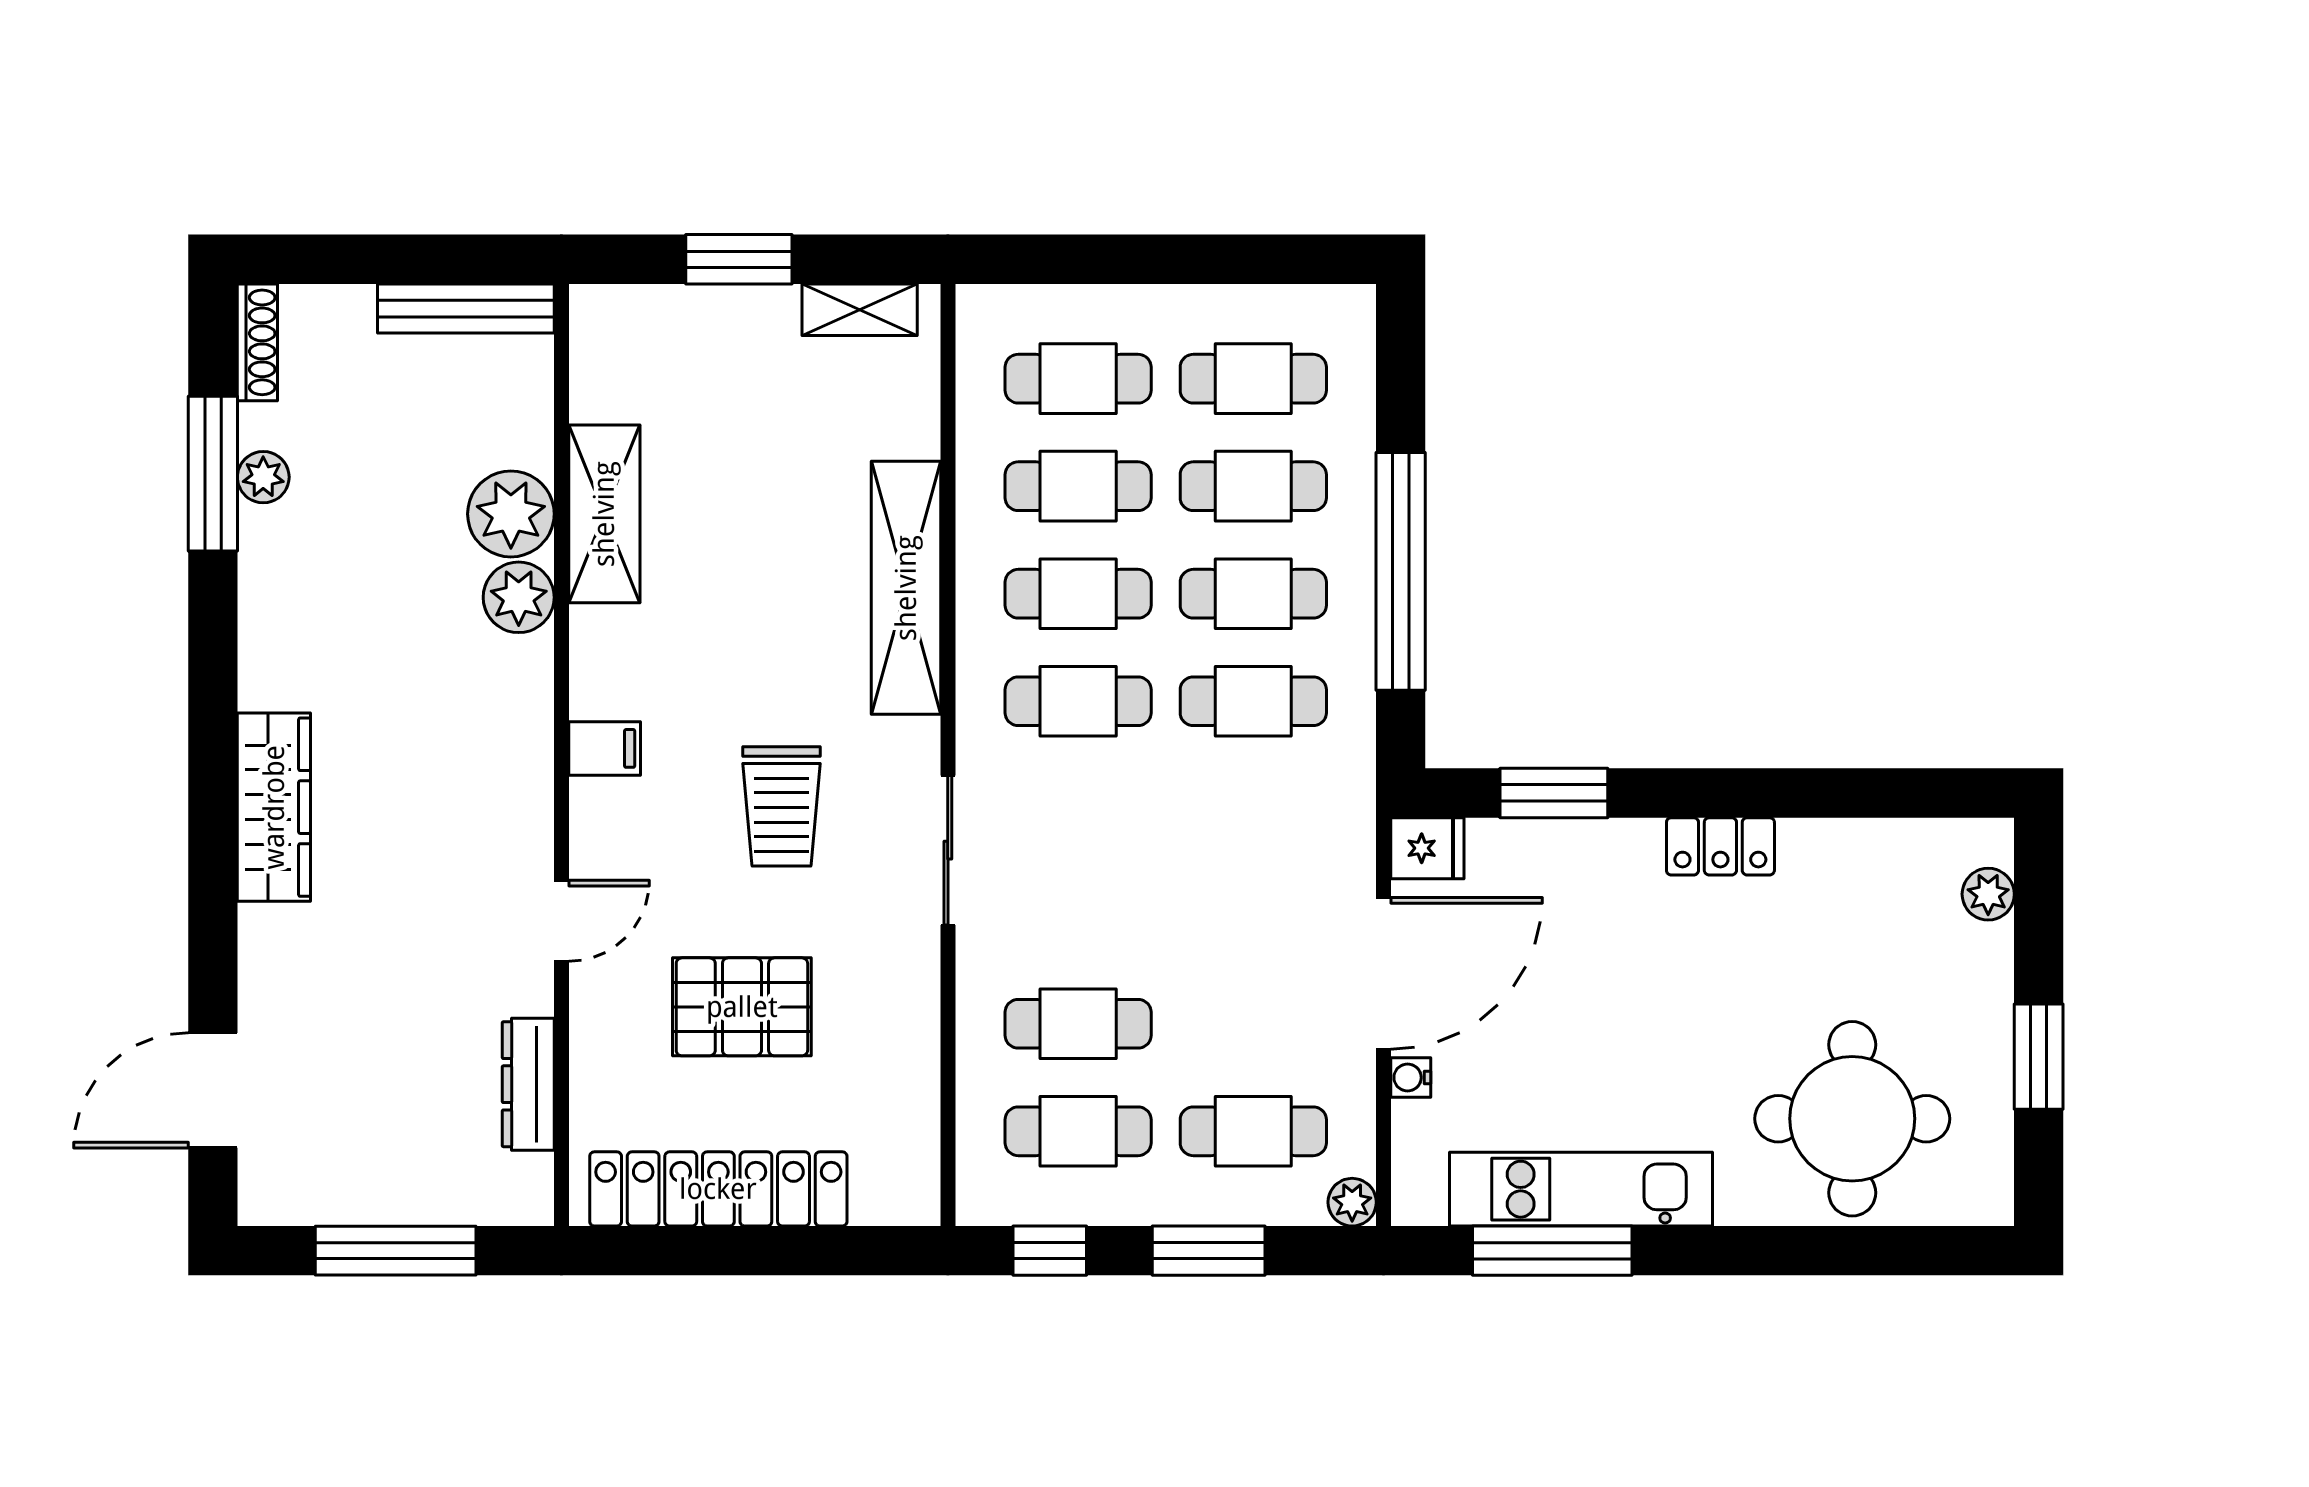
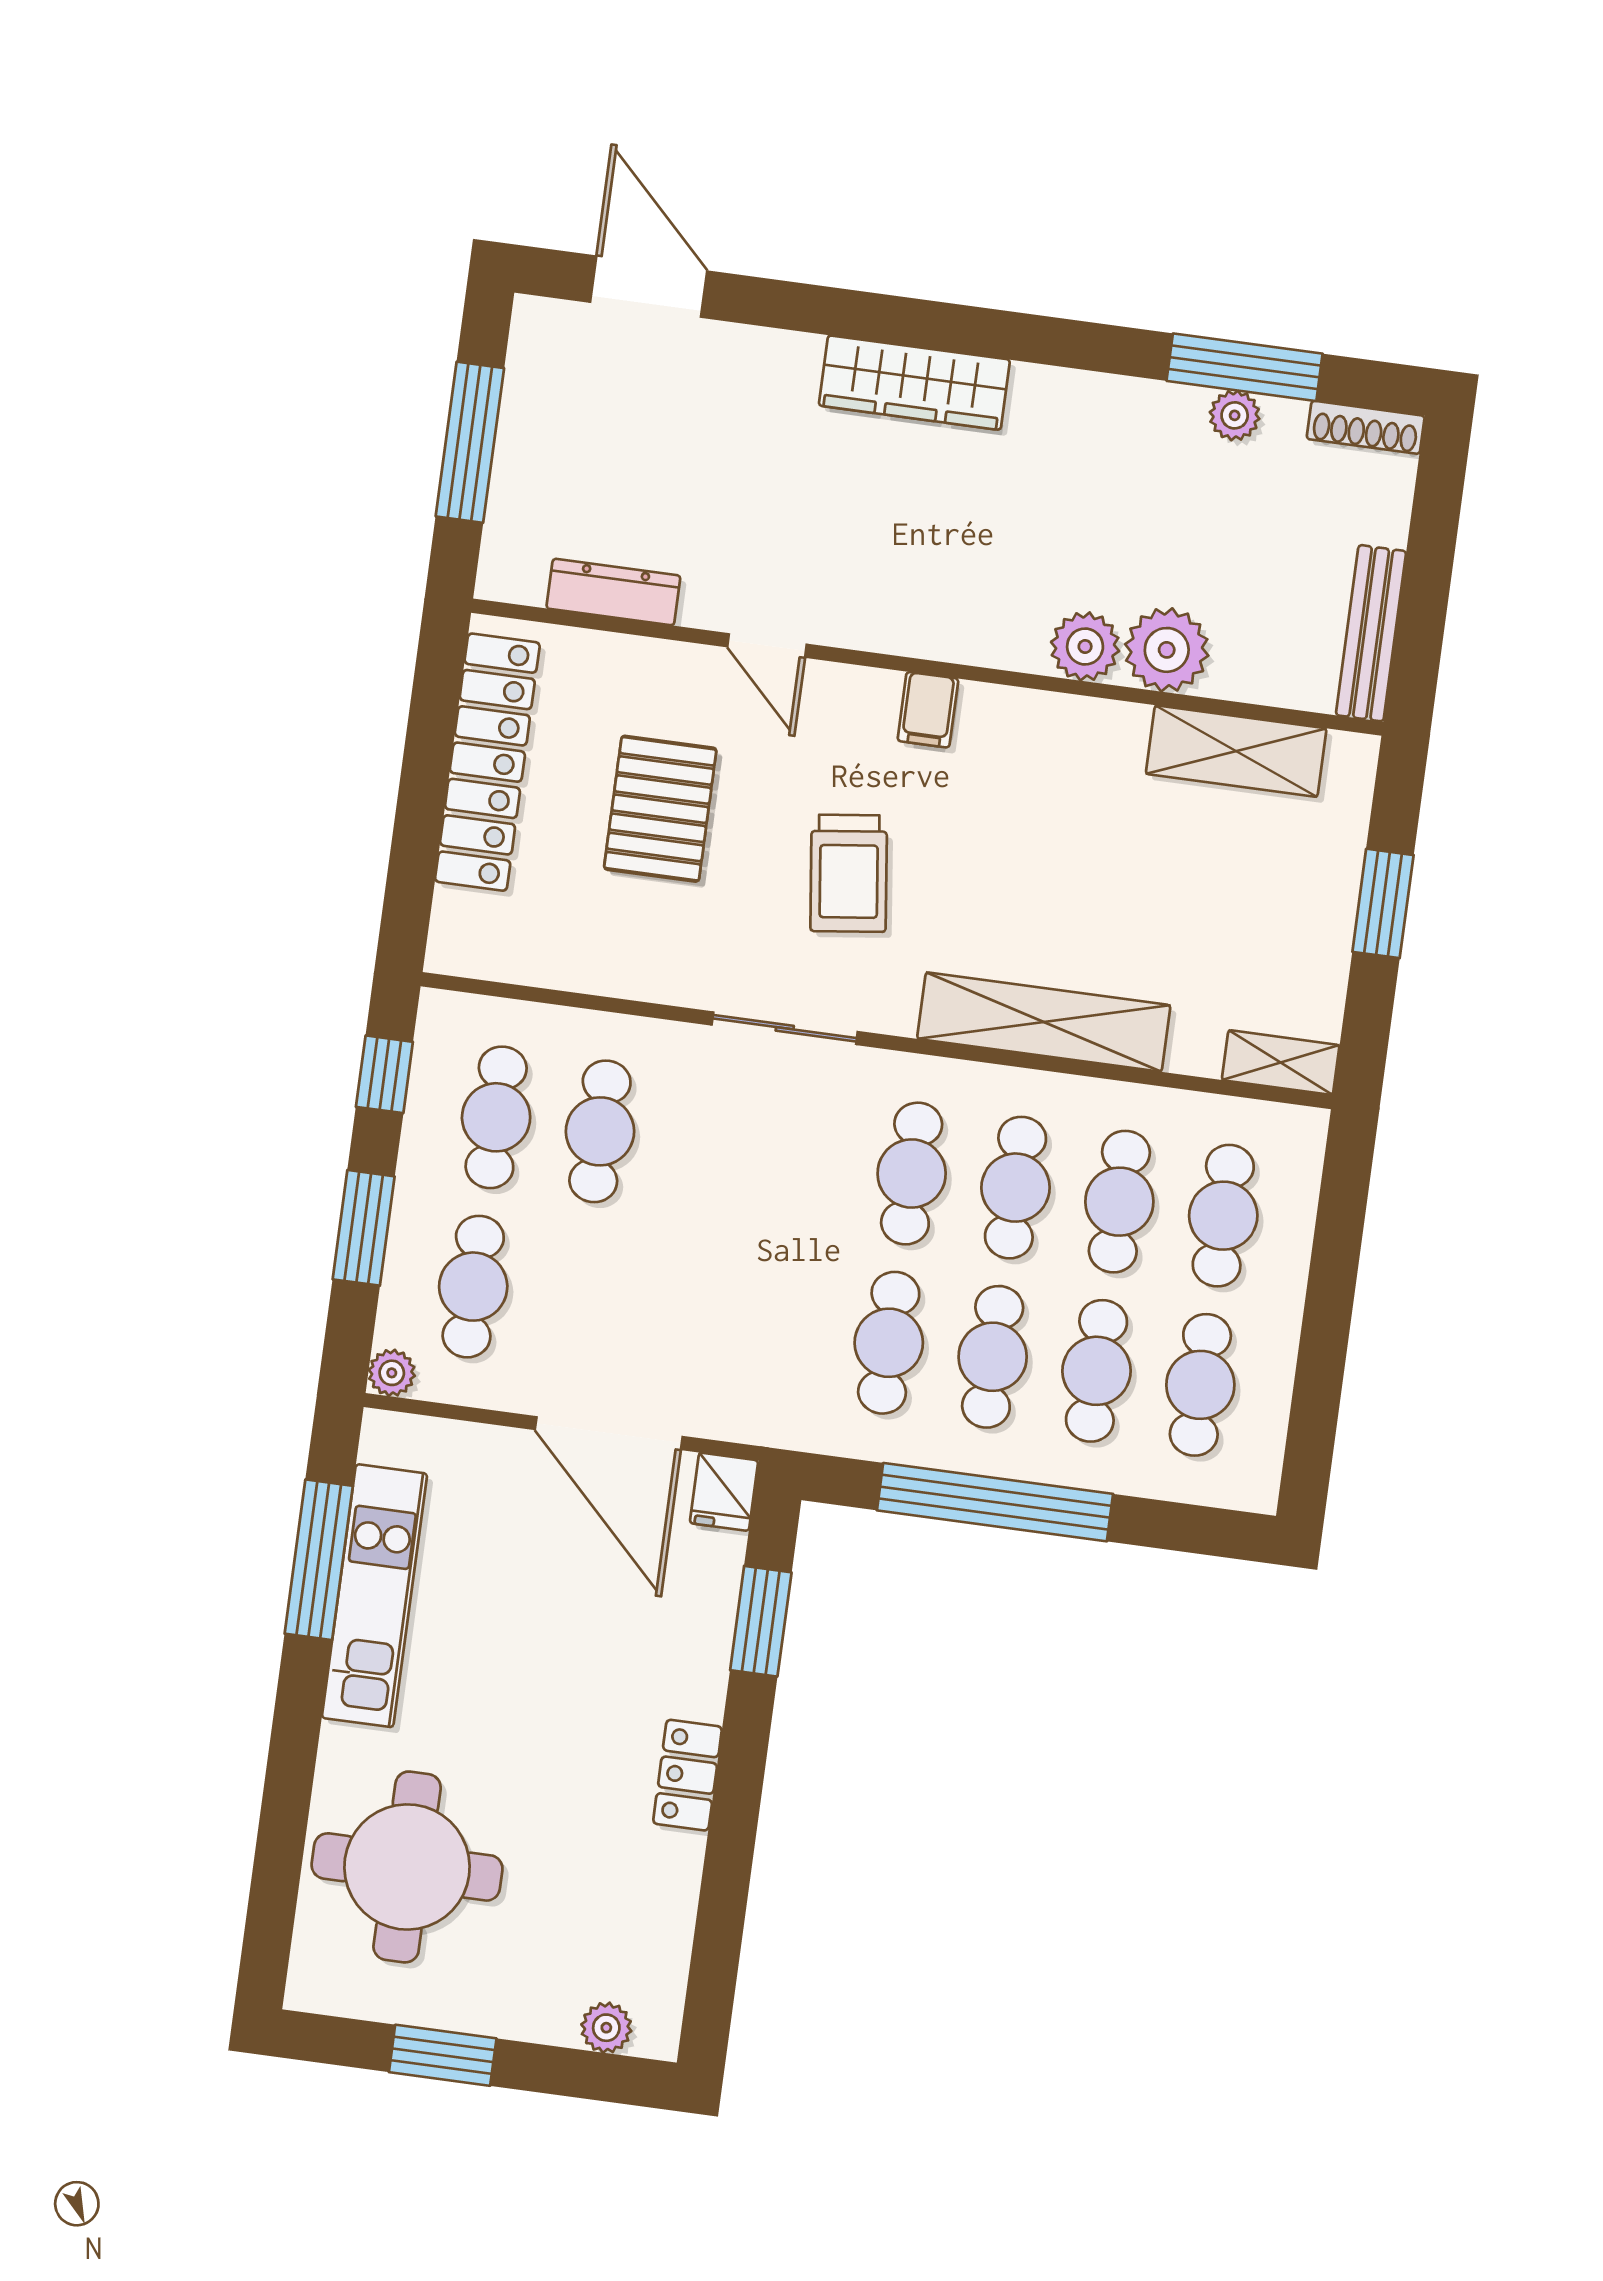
shelving: (860, 310) -> (1281, 1063), moved, turned 90
shelving: (604, 514) -> (1236, 751), moved
trolley: (782, 806) -> (849, 873), turned -97
water cooler: (1411, 1078) -> (505, 1446), removed

